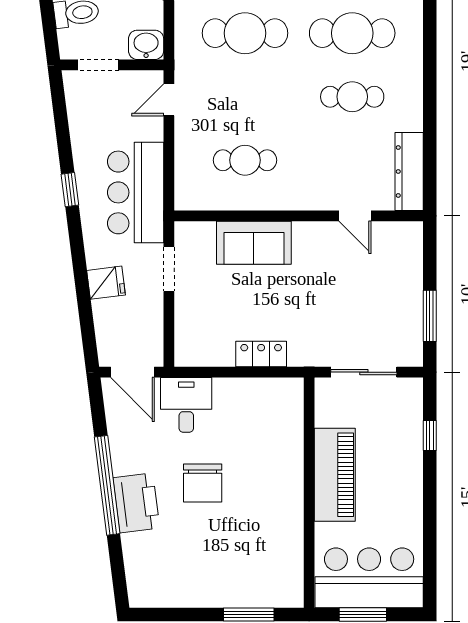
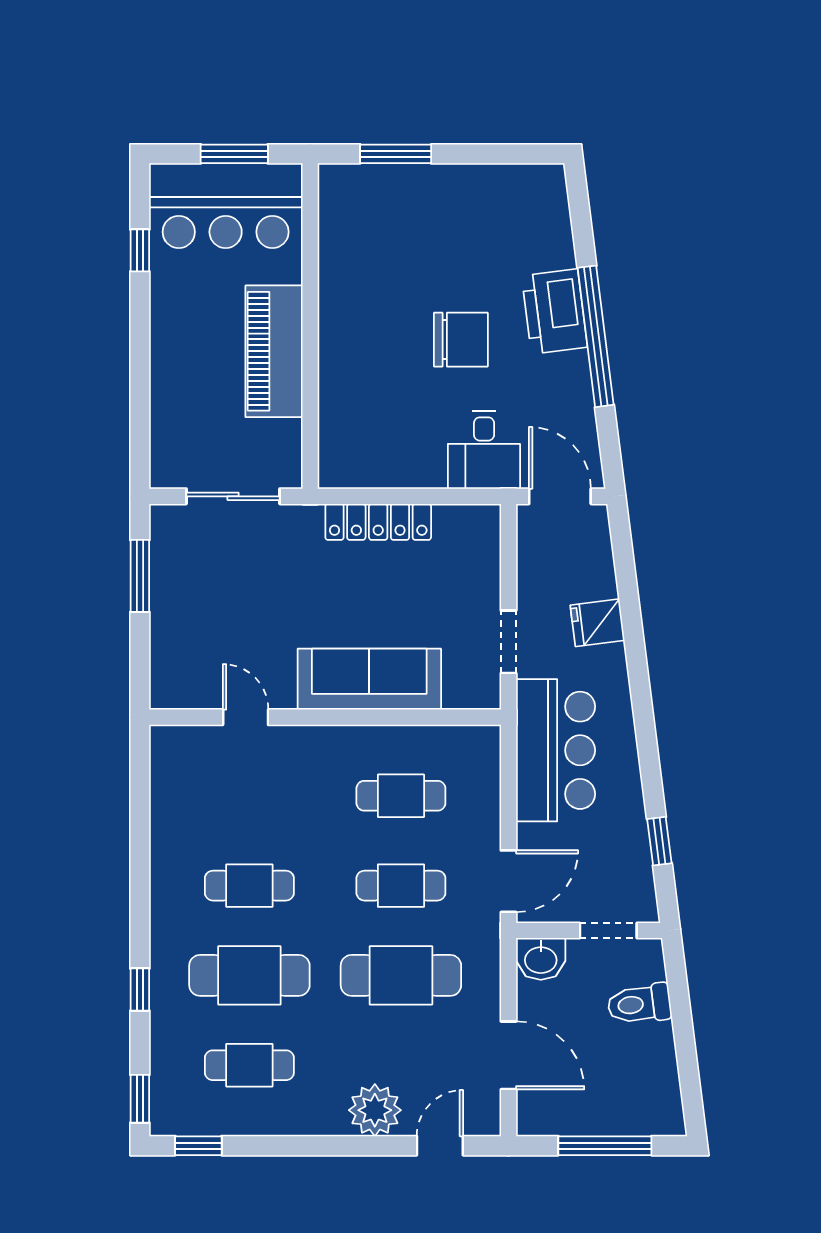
window: (430, 23) -> (140, 990), added
cafe table: (245, 97) -> (401, 886), added
door: (169, 100) -> (509, 881), width x1.37
dresser: (409, 171) -> (169, 780), removed
window: (70, 190) -> (659, 841), moved
sofa: (254, 243) -> (369, 679), width x1.36
locker: (261, 354) -> (378, 522), width x1.53
window: (430, 435) -> (140, 250), moved
chair: (203, 483) -> (461, 340), turned 90

